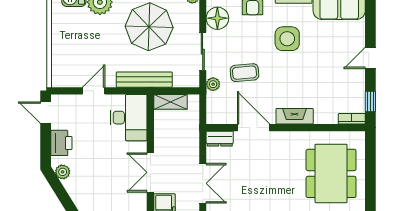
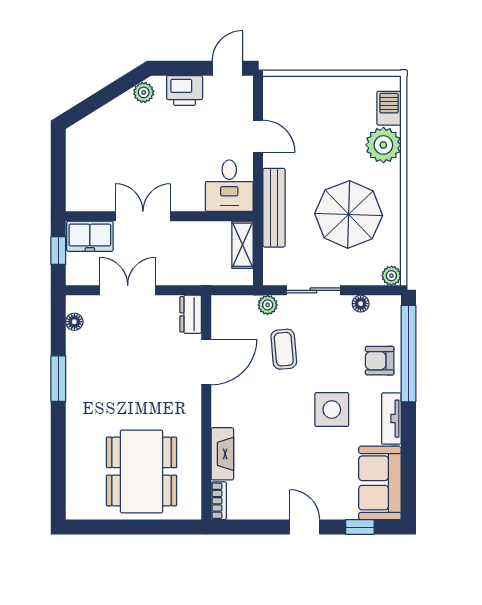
floor lamp: (217, 18) -> (361, 304), width x0.53, depth x0.53
window: (370, 101) -> (360, 527), moved
fireplace: (295, 116) -> (222, 454), moved
desk: (129, 118) -> (229, 186), width x0.73
dining table: (331, 173) -> (142, 471), turned 90
double door: (203, 183) -> (128, 290), swing flipped

